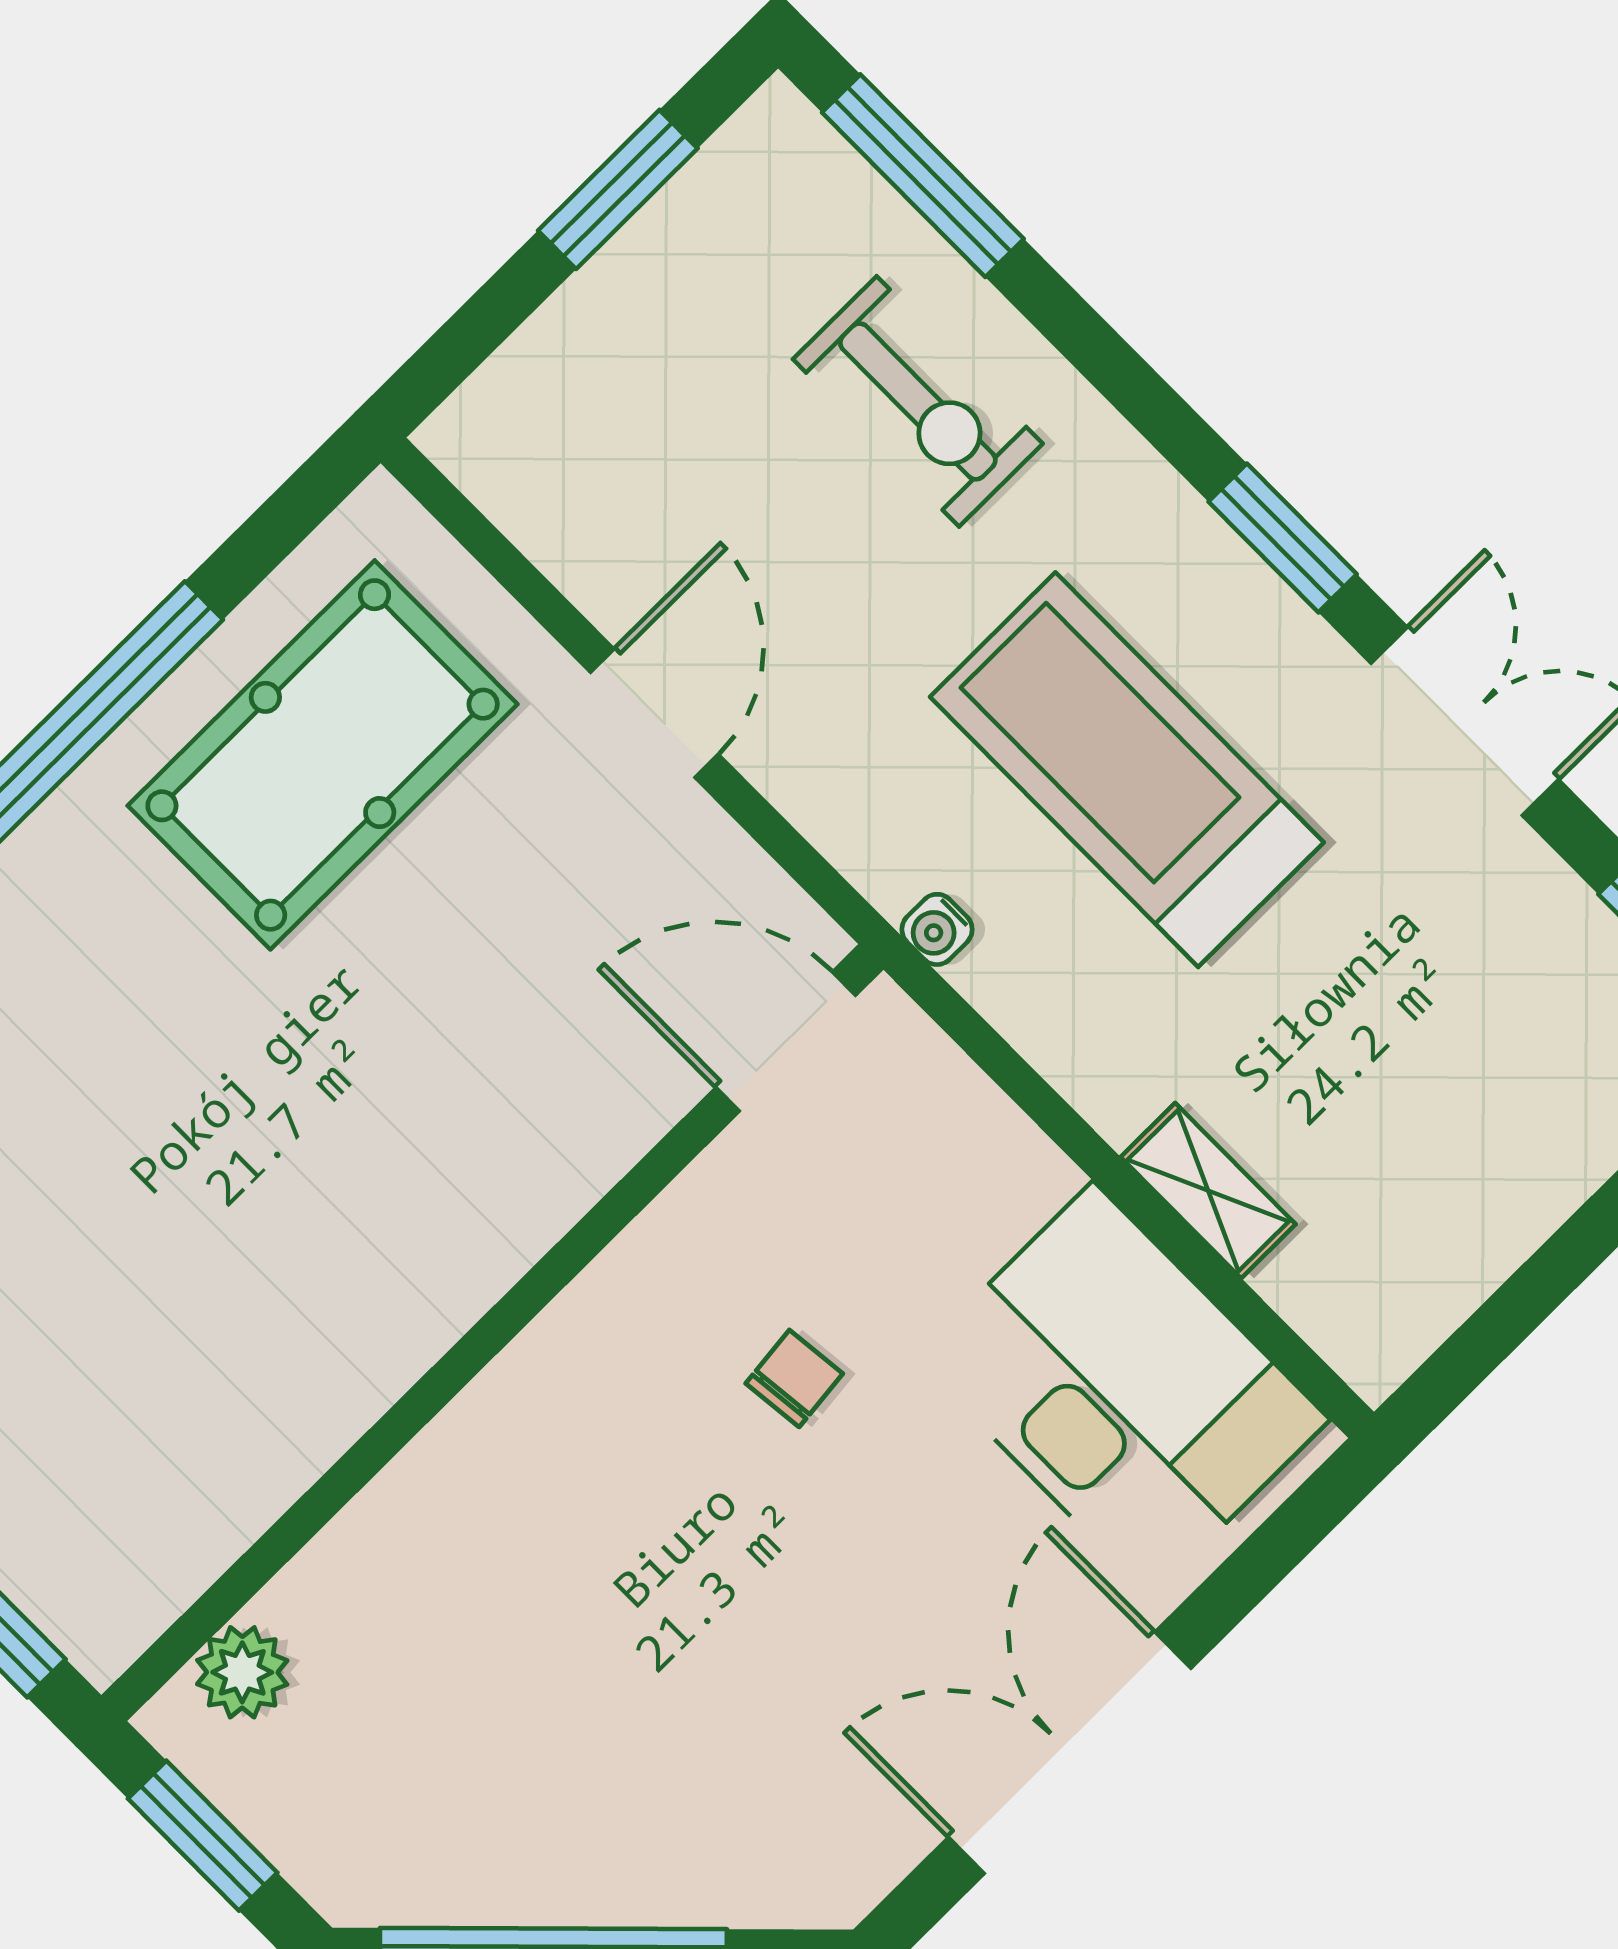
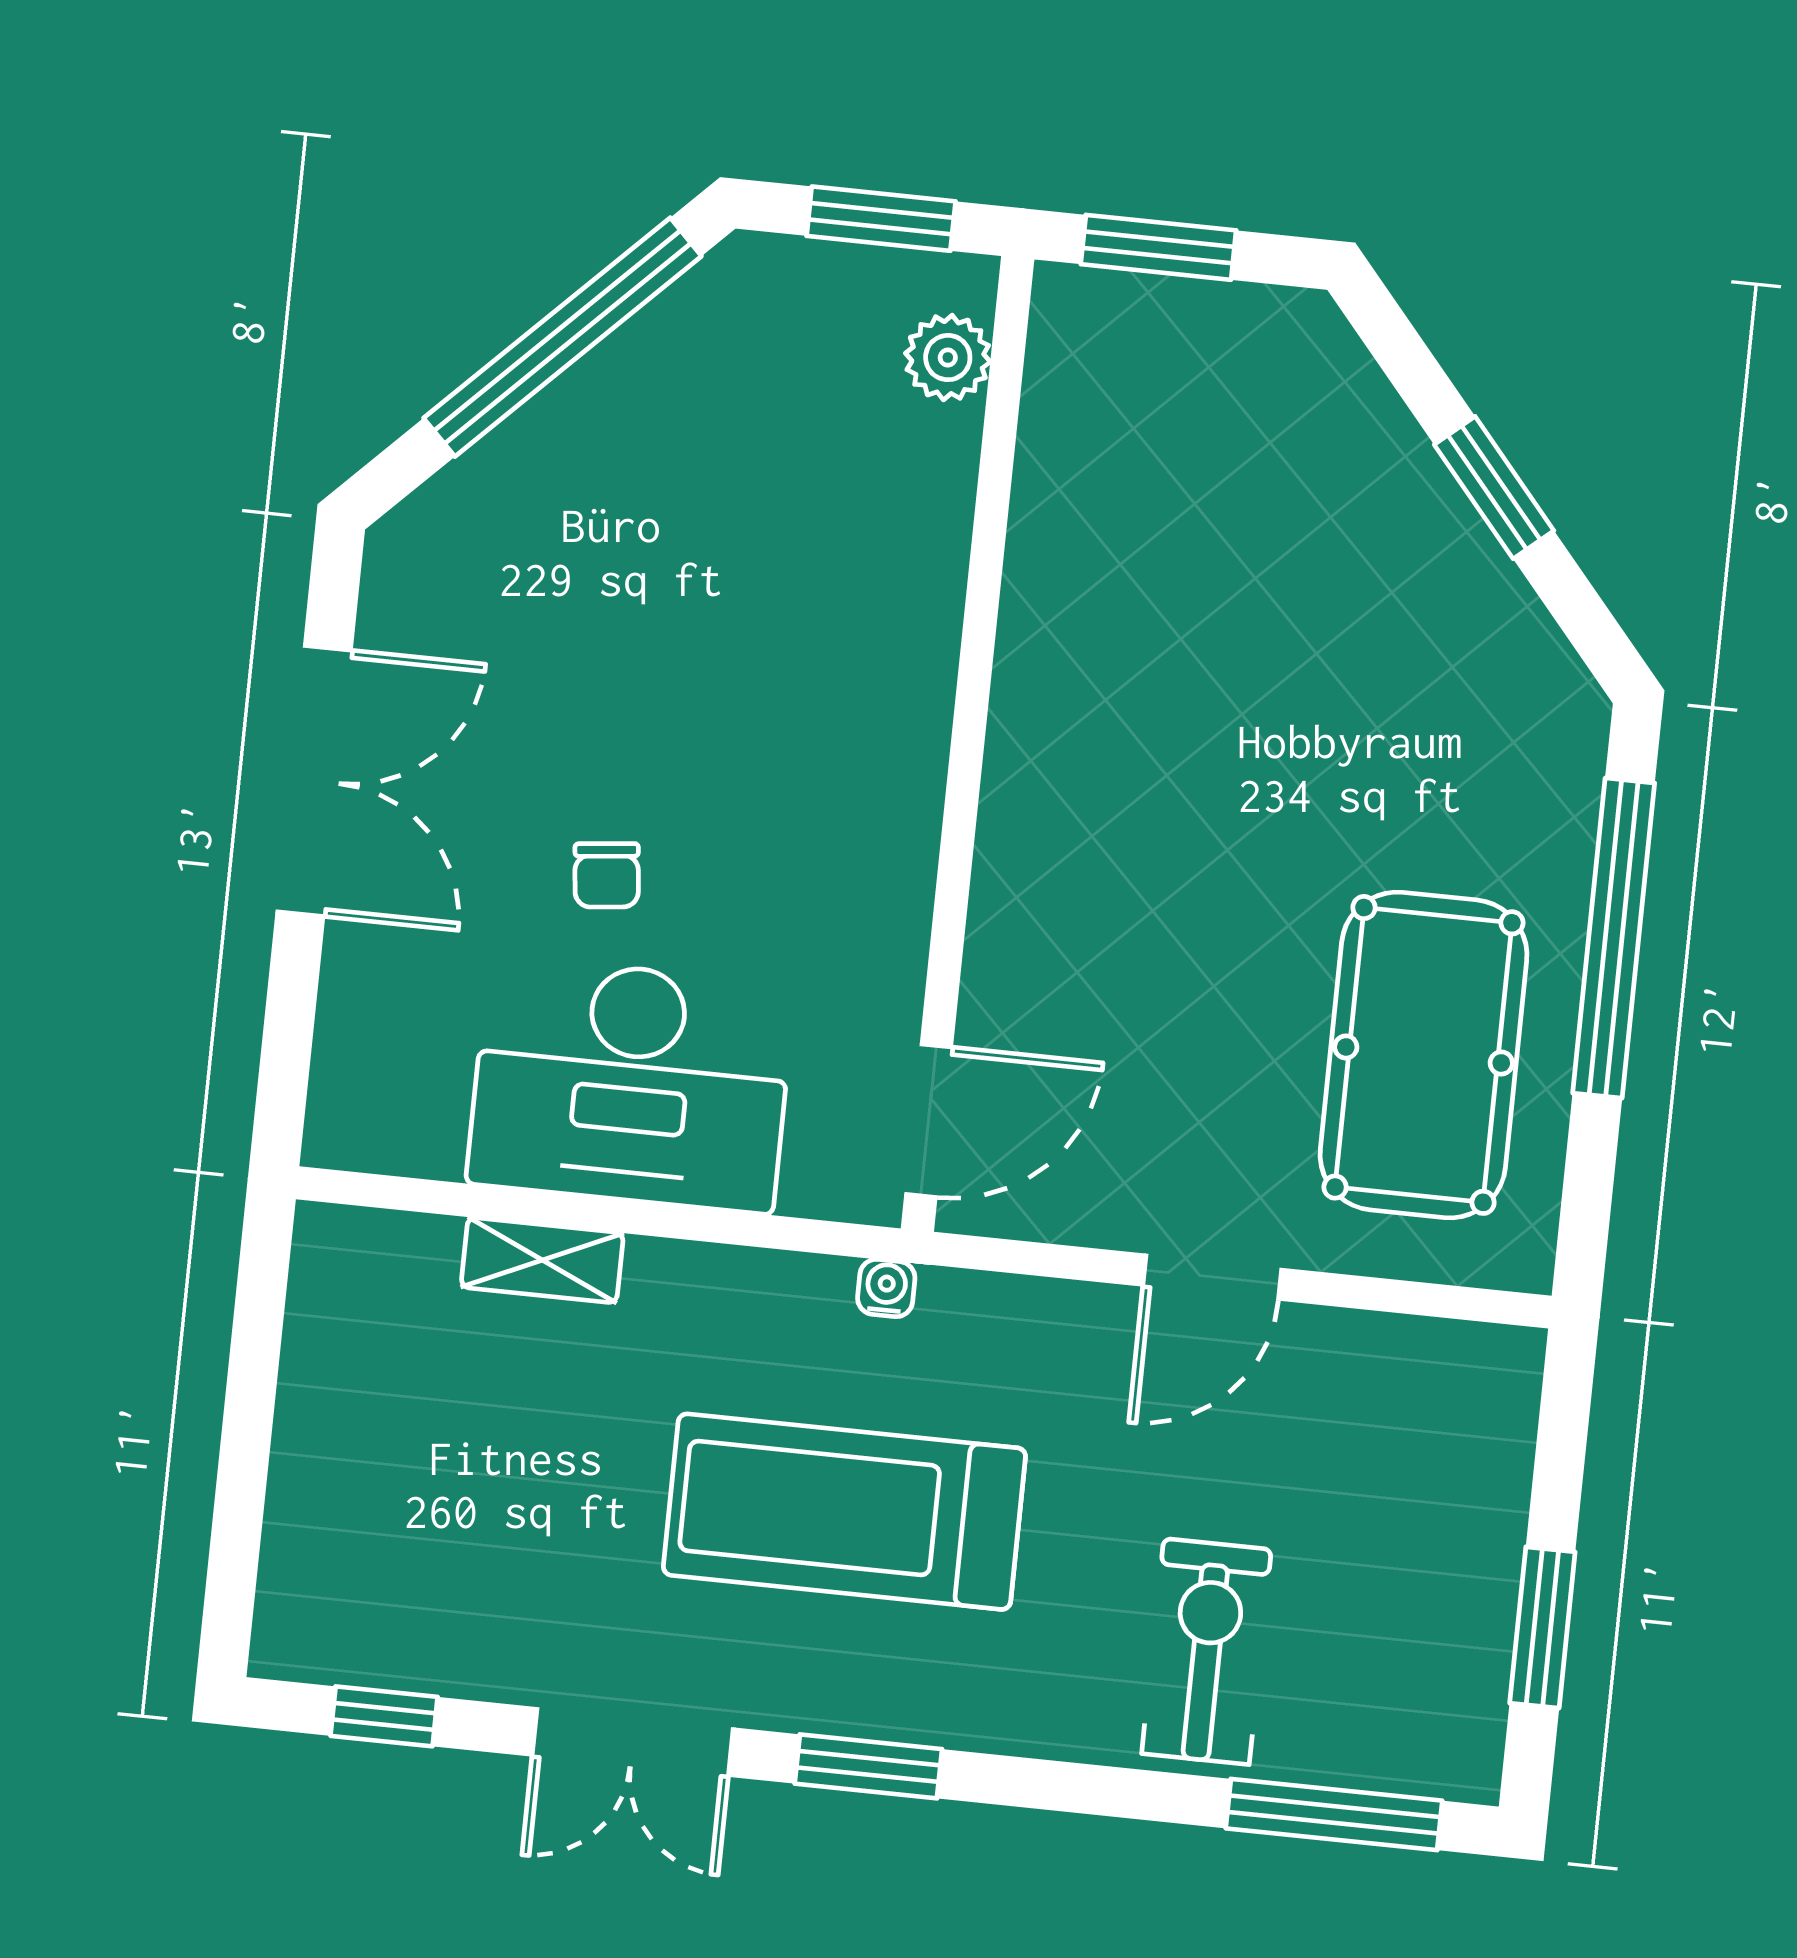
exercise bike: (918, 401) -> (1206, 1651), turned 90
door: (654, 713) -> (1212, 1277), hinge flipped
treadmill: (1127, 770) -> (844, 1512), turned 180
chair: (794, 1378) -> (607, 875), moved
desk: (1122, 1389) -> (631, 1084), moved

